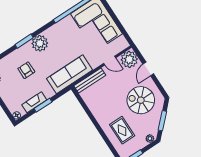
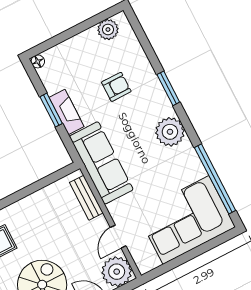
plant: (40, 43) -> (170, 132), moved
bench: (90, 81) -> (86, 198), width x0.73
fireplace: (34, 102) -> (67, 112), moved

